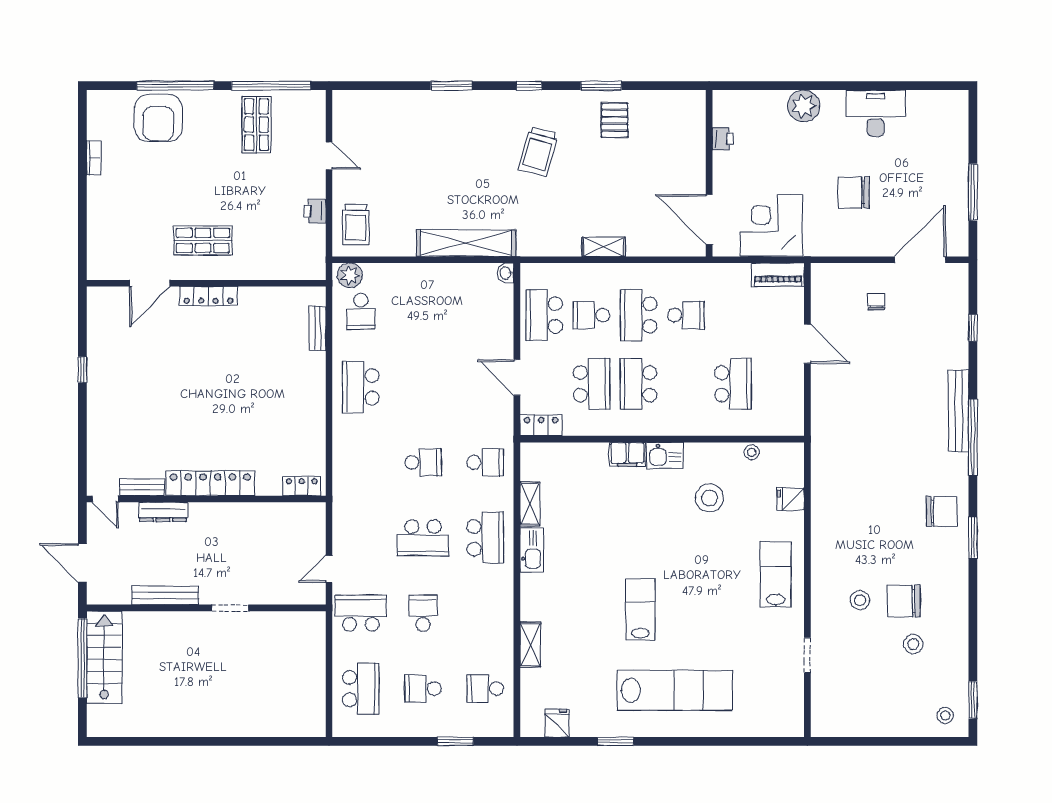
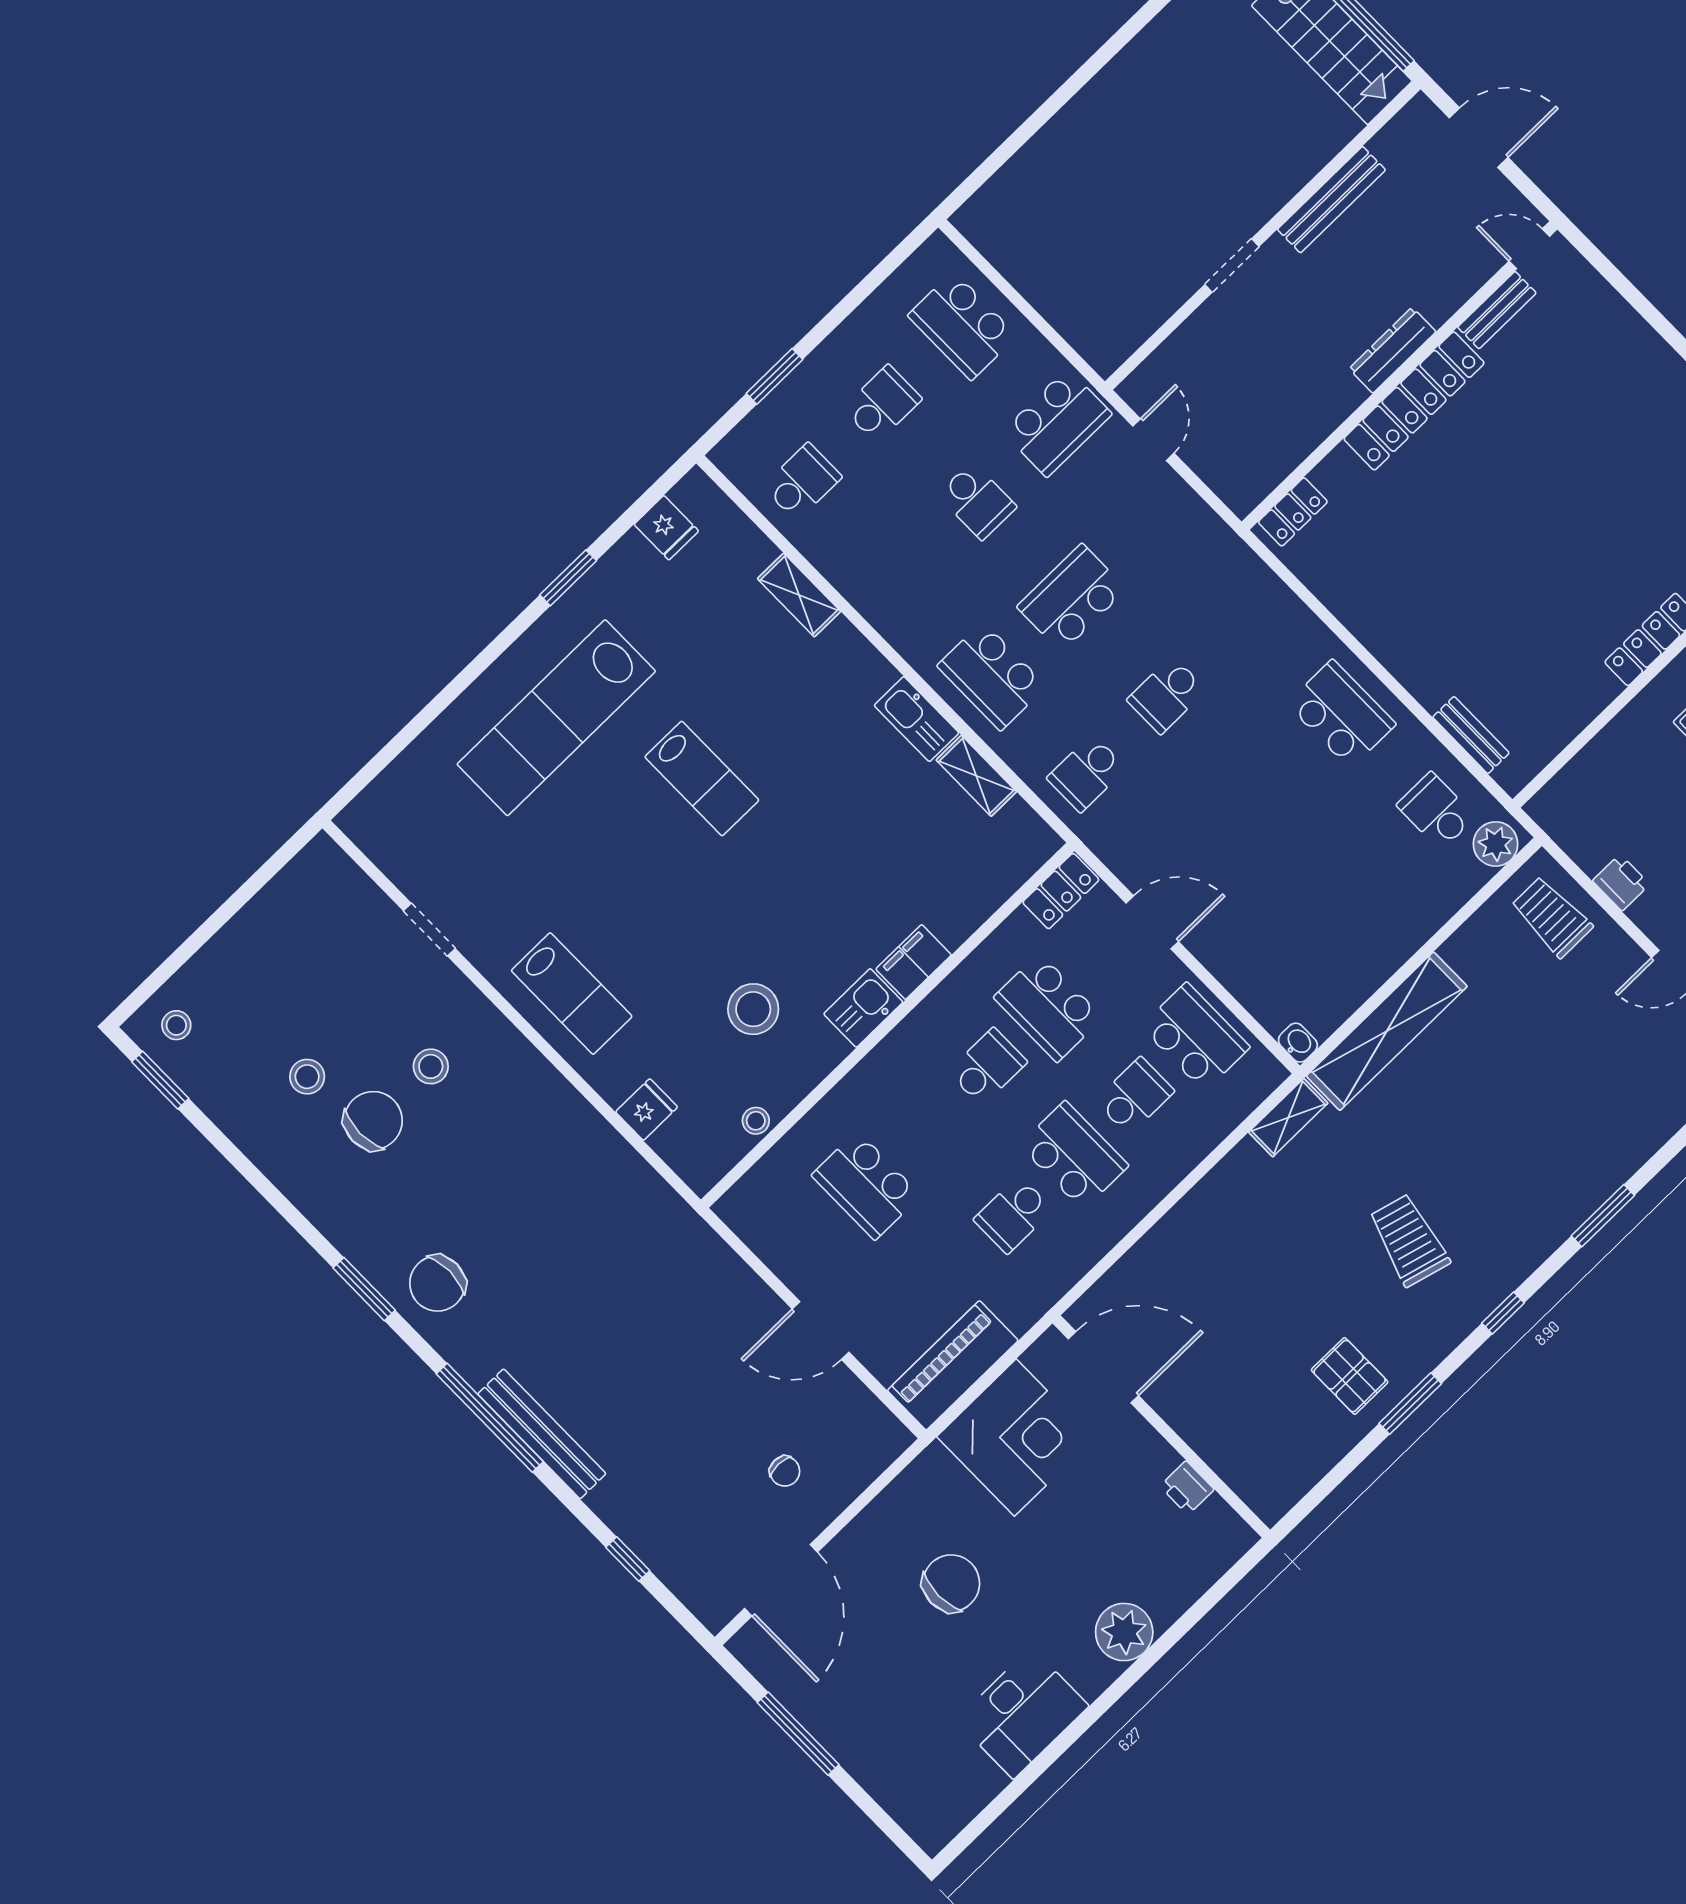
shelving: (604, 247) -> (1288, 1118), moved
piano: (778, 275) -> (953, 1365), width x1.37, depth x1.33
school desk: (639, 384) -> (988, 1067), width x0.54
dresser: (163, 512) -> (1392, 350), moved

